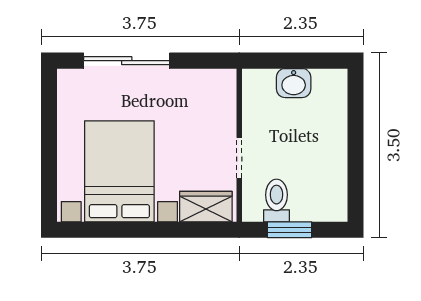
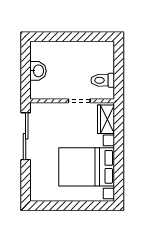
sliding door: (127, 61) -> (26, 136), moved
window: (290, 230) -> (119, 73), removed

